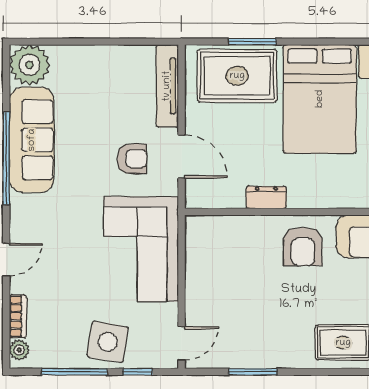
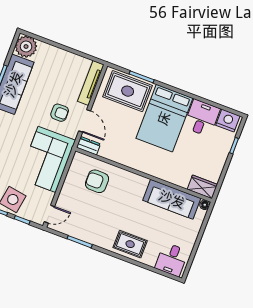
dresser: (266, 197) -> (88, 146), moved
armchair: (303, 246) -> (97, 181), moved, turned 90

